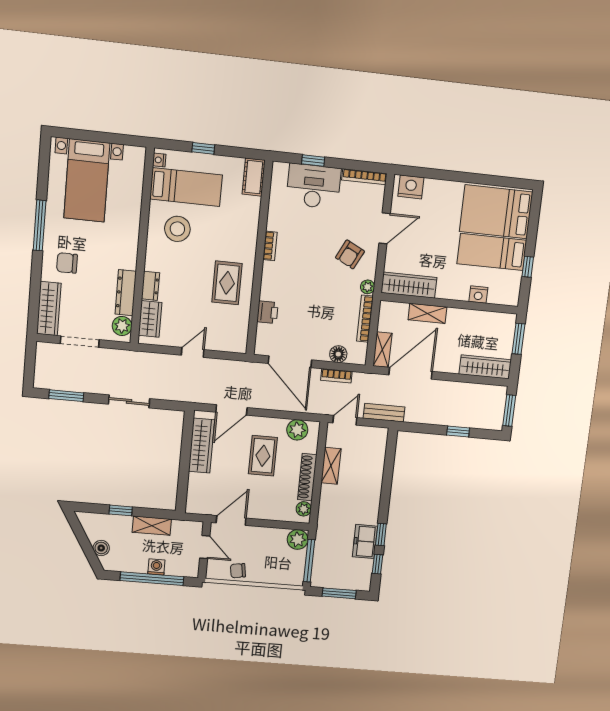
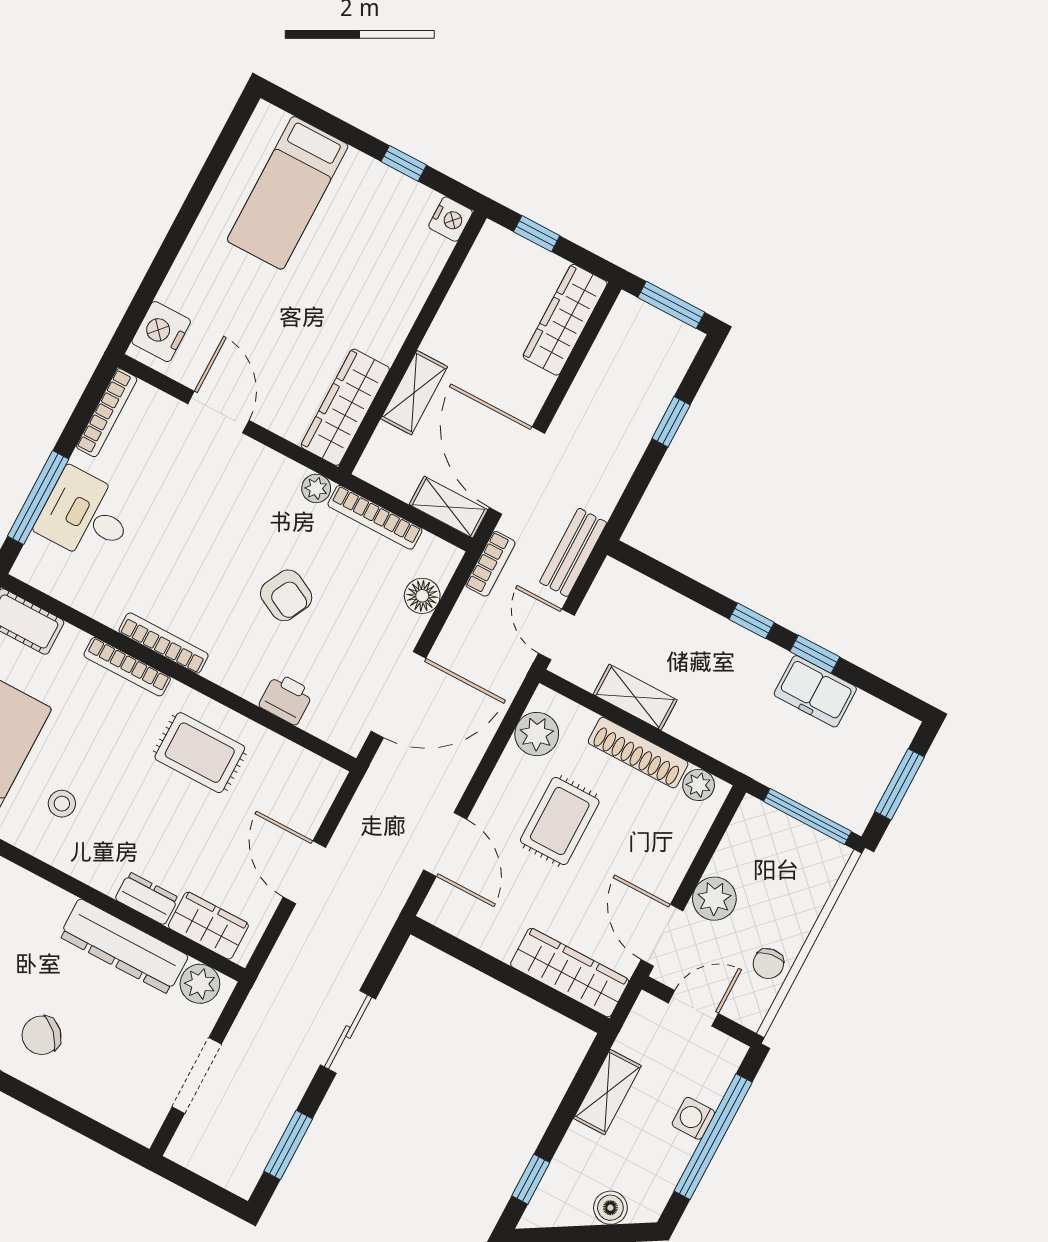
window: (313, 161) -> (38, 498), width x2.17
desk: (314, 186) -> (86, 516), width x0.73
bed: (496, 212) -> (288, 193), width x0.67
stool: (177, 229) -> (62, 804), width x0.53, depth x0.53
bookcase: (252, 234) -> (127, 667), added
bookcase: (270, 246) -> (164, 643), width x1.56
bed: (492, 252) -> (347, 223), removed
armchair: (350, 254) -> (286, 595), moved
chair: (67, 263) -> (42, 1035), turned 46
dresser: (126, 293) -> (124, 946), width x1.37, depth x1.24
nightstand: (478, 295) -> (451, 219), moved
wardrobe: (49, 309) -> (112, 1106), removed
window: (518, 339) -> (537, 234), width x0.67
door: (193, 352) -> (304, 872), width x1.38
bookcase: (336, 376) -> (490, 564), moved
wardrobe: (201, 446) -> (570, 973), moved
rug: (263, 456) -> (560, 821), turned 90
window: (121, 510) -> (531, 1179), moved
plant: (298, 540) -> (714, 899), moved
window: (378, 564) -> (752, 621), moved

